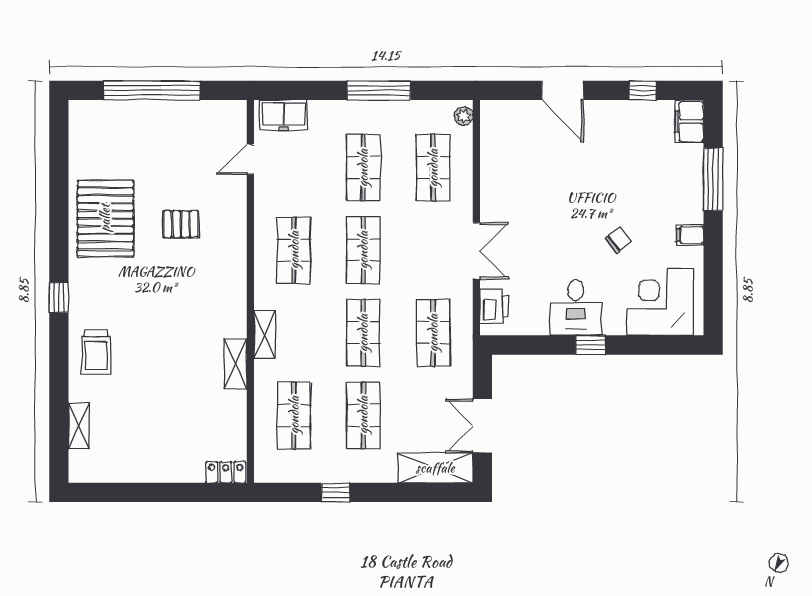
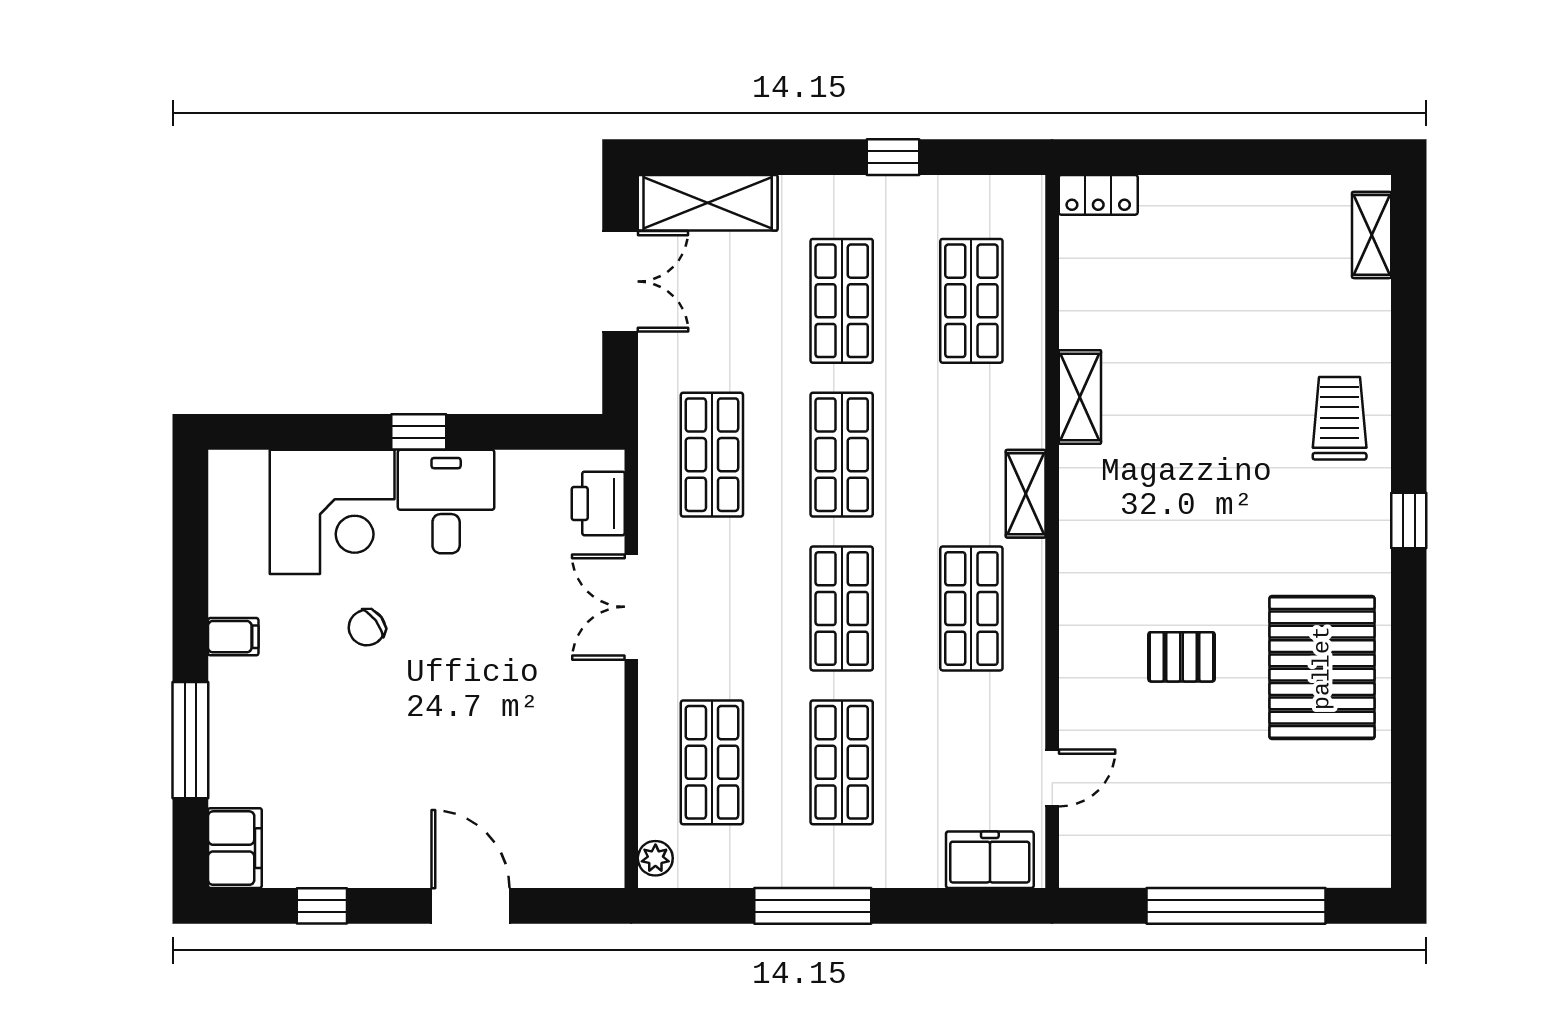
corner desk: (660, 302) -> (332, 512), moved
shelving: (265, 335) -> (1026, 494), moved
shelving: (79, 426) -> (1372, 235), moved

